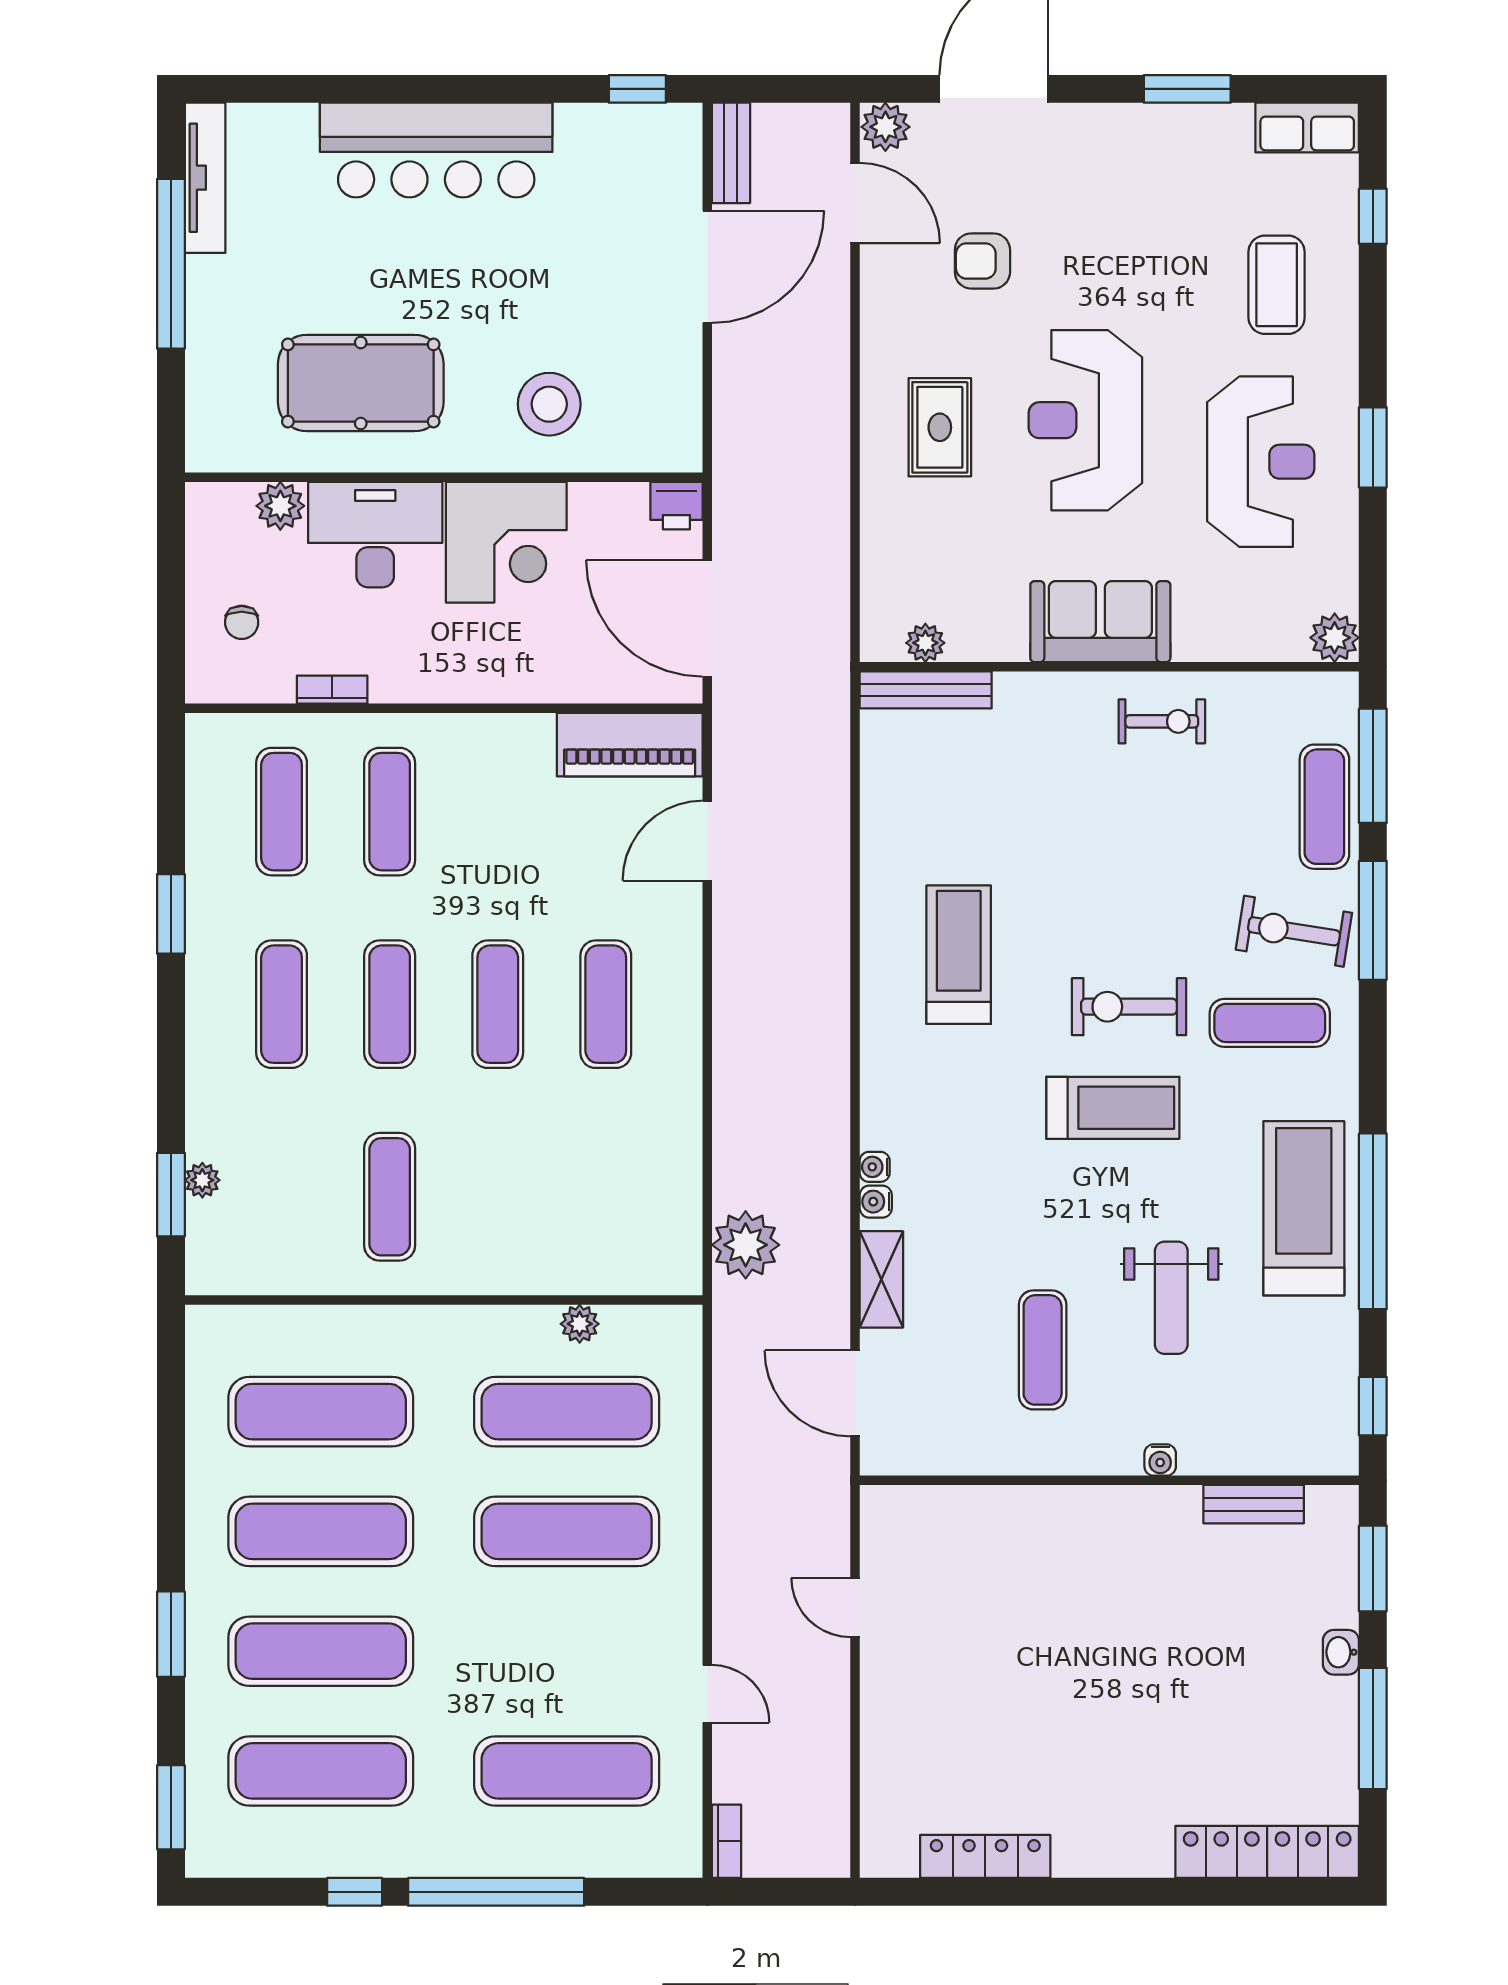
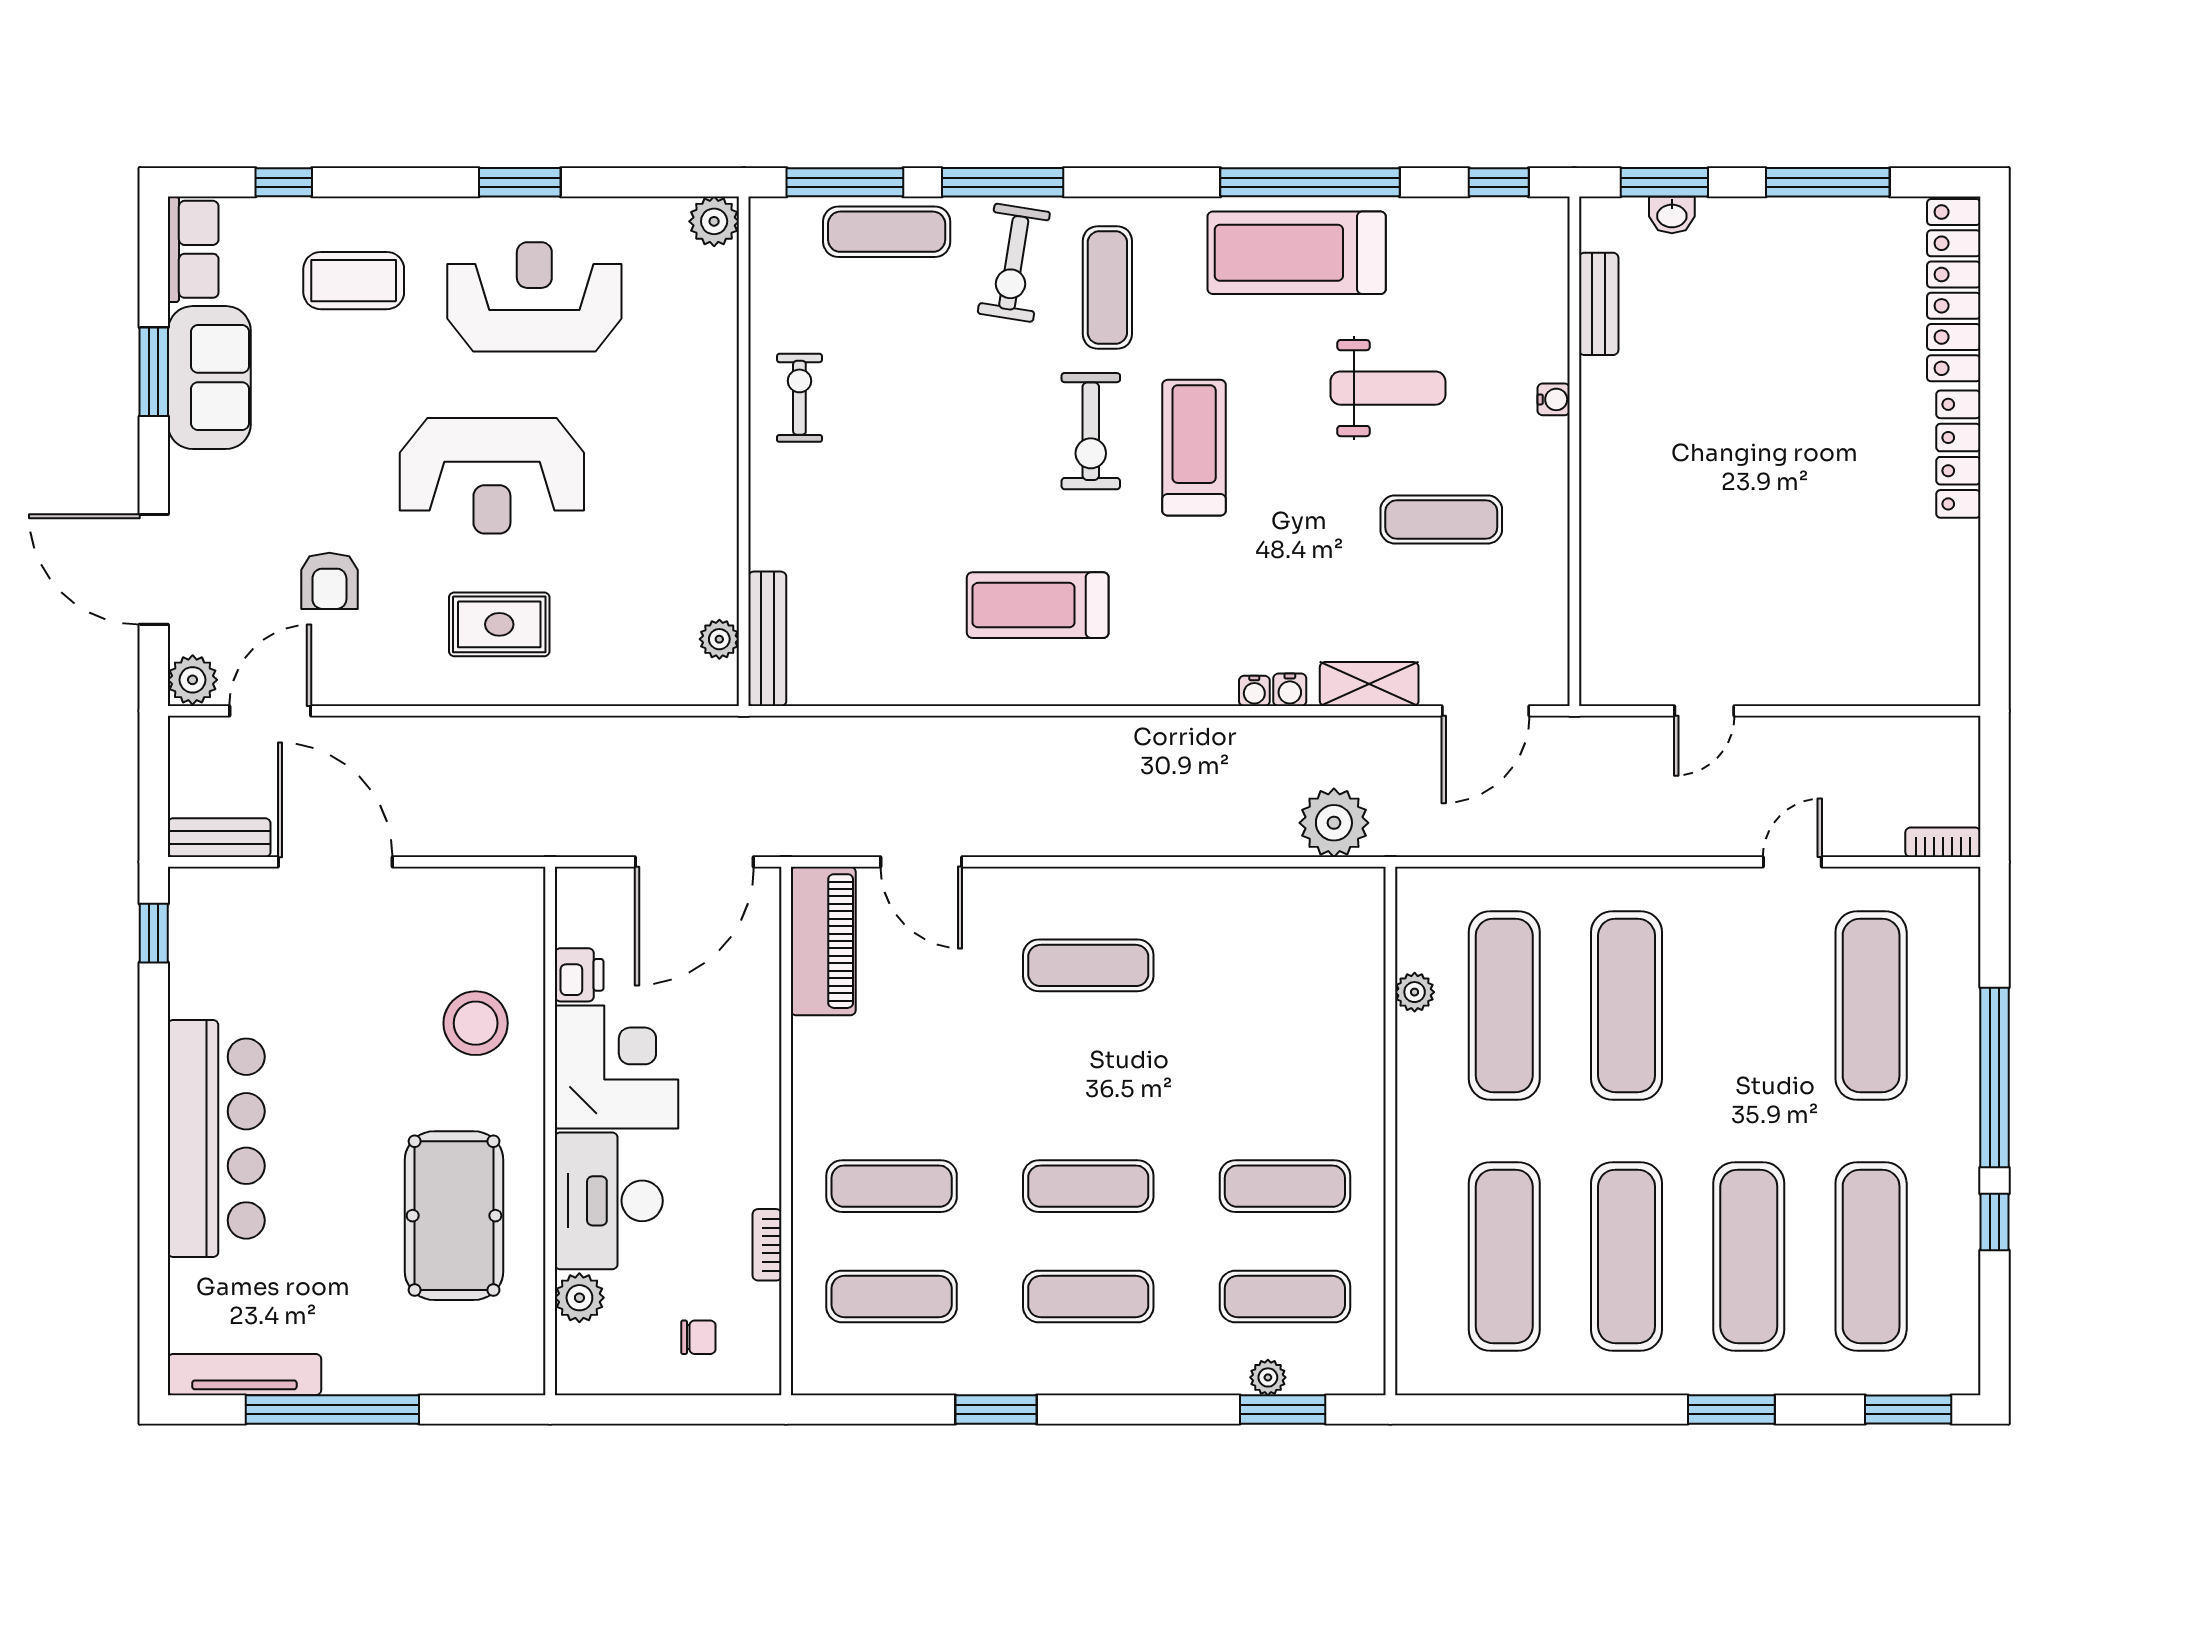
printer: (676, 506) -> (579, 975), moved
sofa: (1100, 622) -> (209, 378), moved, turned 180
exercise mat: (498, 1004) -> (1285, 1297), moved
washbasin: (1341, 1652) -> (1672, 215), moved
locker: (985, 1856) -> (1958, 454), moved

